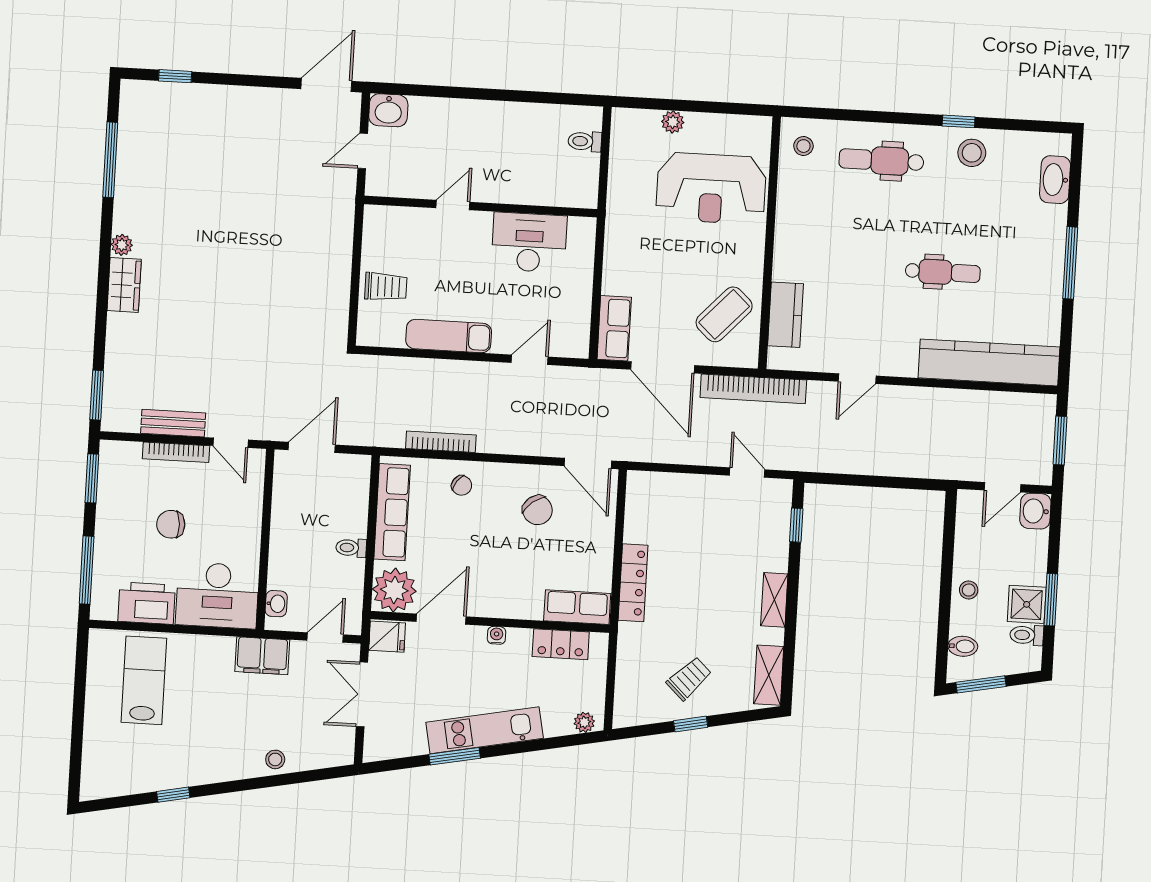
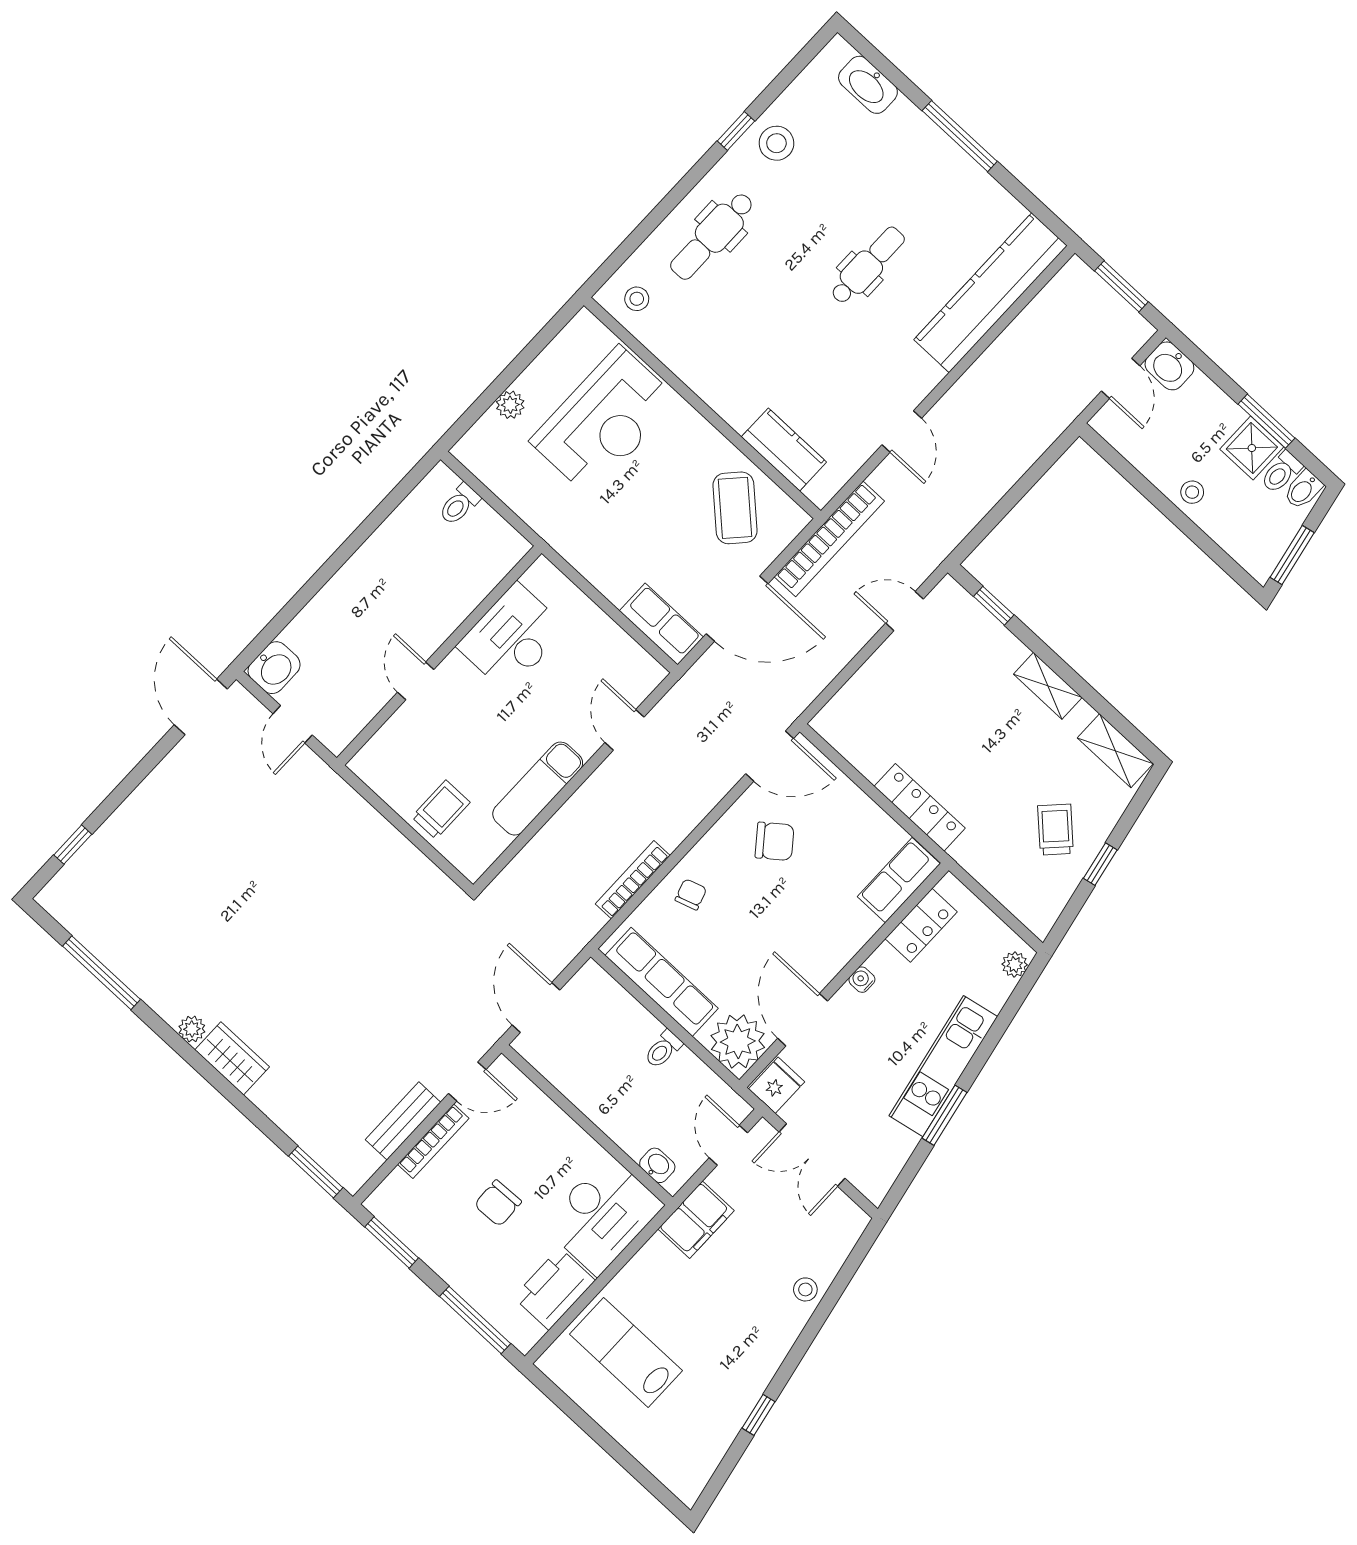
chair: (462, 485) -> (691, 894), turned -53
bidet: (963, 646) -> (1303, 490), moved, turned 180

